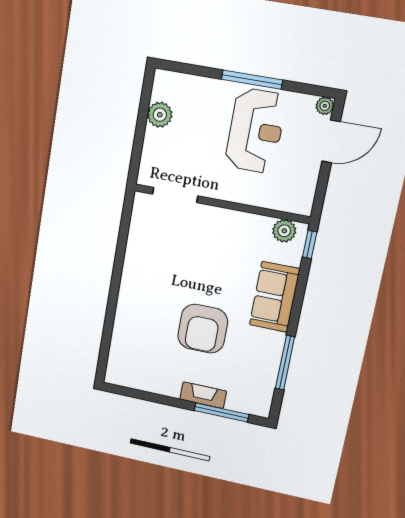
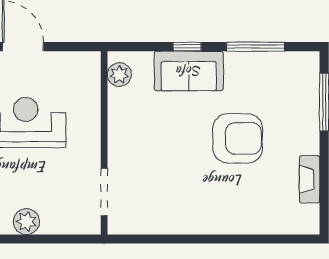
window: (310, 244) -> (187, 47), moved
fireplace: (203, 395) -> (310, 179), moved

